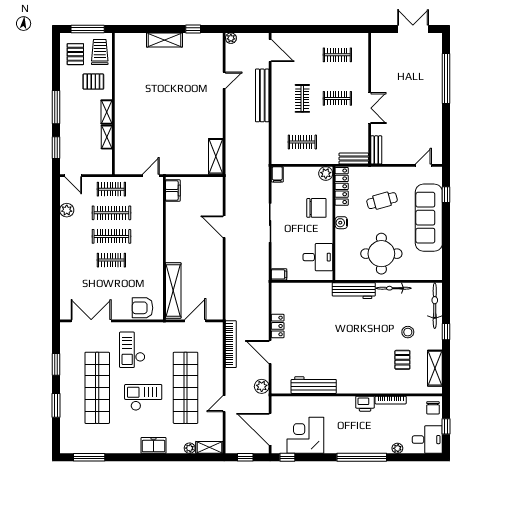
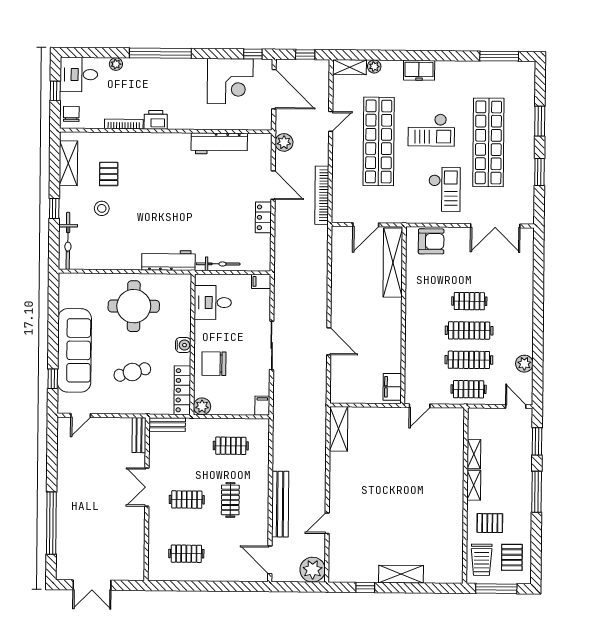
plant: (231, 38) -> (313, 570), width x1.88, depth x1.88
bicycle: (394, 288) -> (218, 264), moved

